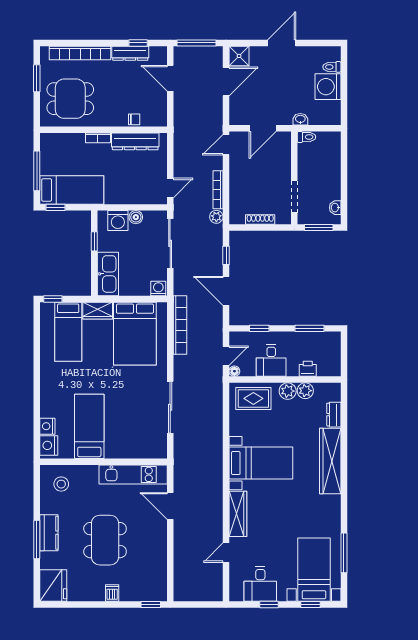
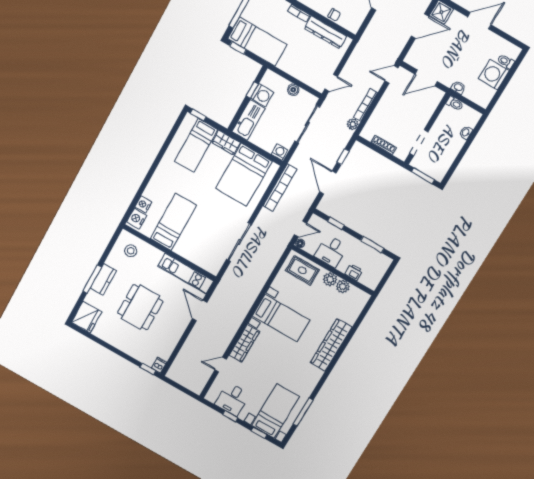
washbasin: (335, 208) -> (466, 132), moved
washing machine: (118, 221) -> (262, 95), moved, turned -90
dresser: (334, 415) -> (353, 315), removed
dishwasher: (112, 593) -> (159, 365), moved

